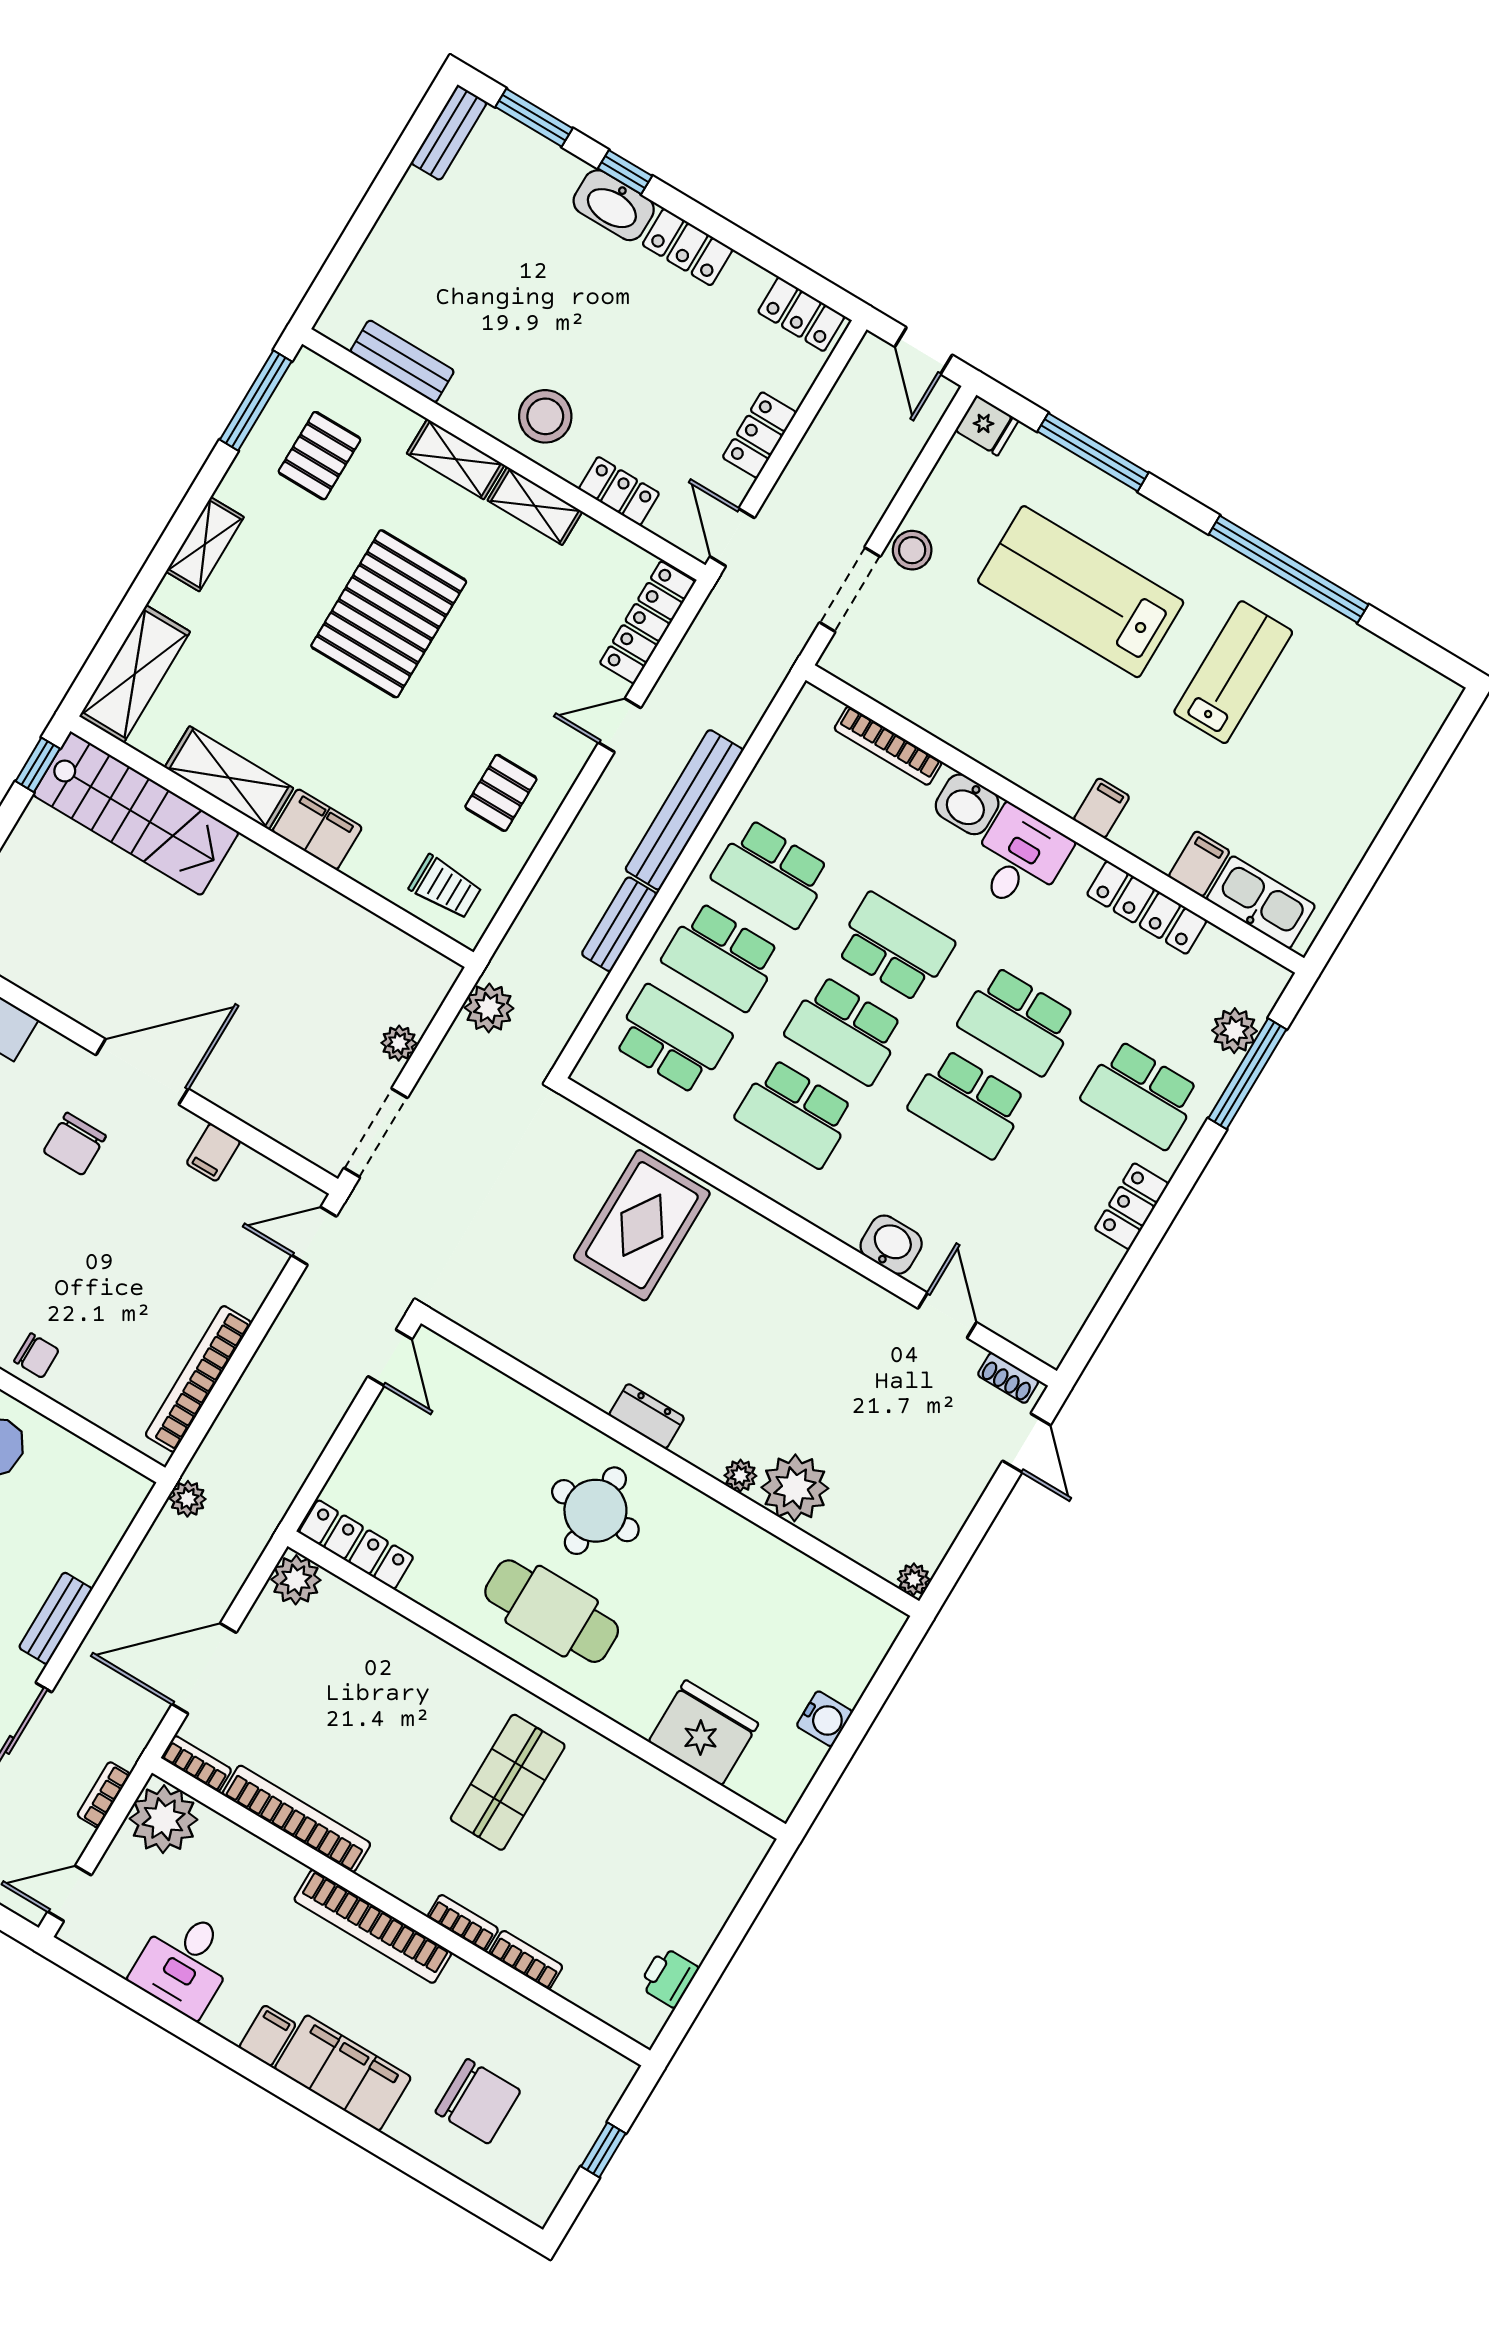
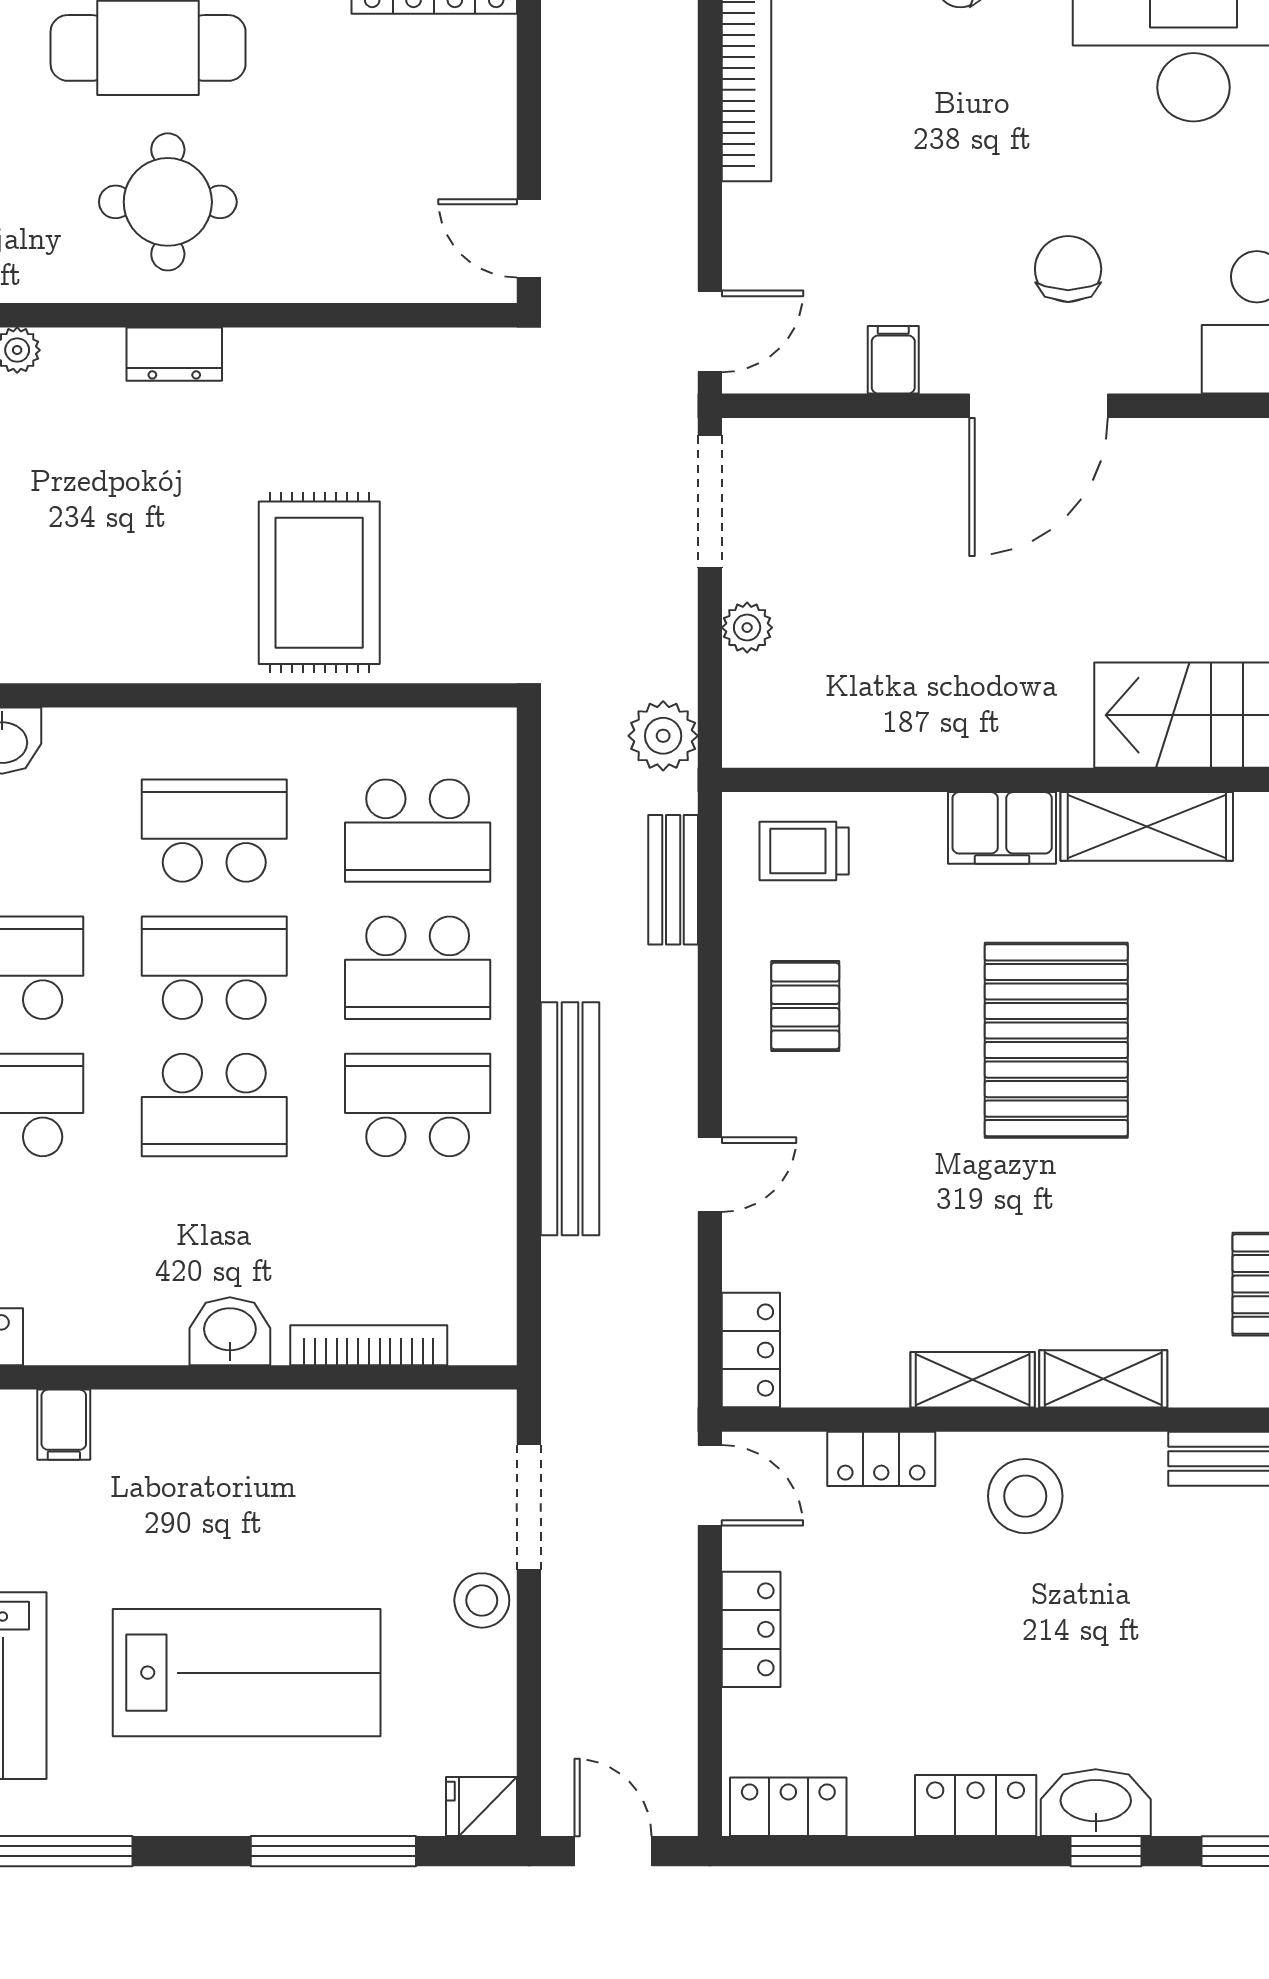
pallet: (389, 614) -> (1056, 1040), moved
locker: (647, 622) -> (751, 1350), width x0.66
desk: (1019, 859) -> (127, 1303), removed
bench: (619, 924) -> (673, 880), moved
school desk: (722, 956) -> (418, 968), turned 180

